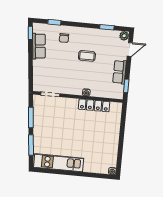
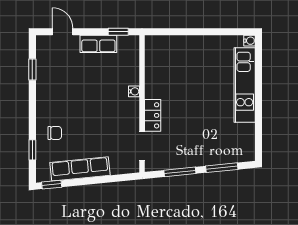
plant: (124, 36) -> (43, 42), removed
row of seats: (39, 46) -> (80, 169), width x1.48
coffee table: (87, 56) -> (79, 96), removed
locker: (94, 105) -> (153, 115), moved, width x0.66
kitchen unit: (59, 163) -> (245, 85), moved

